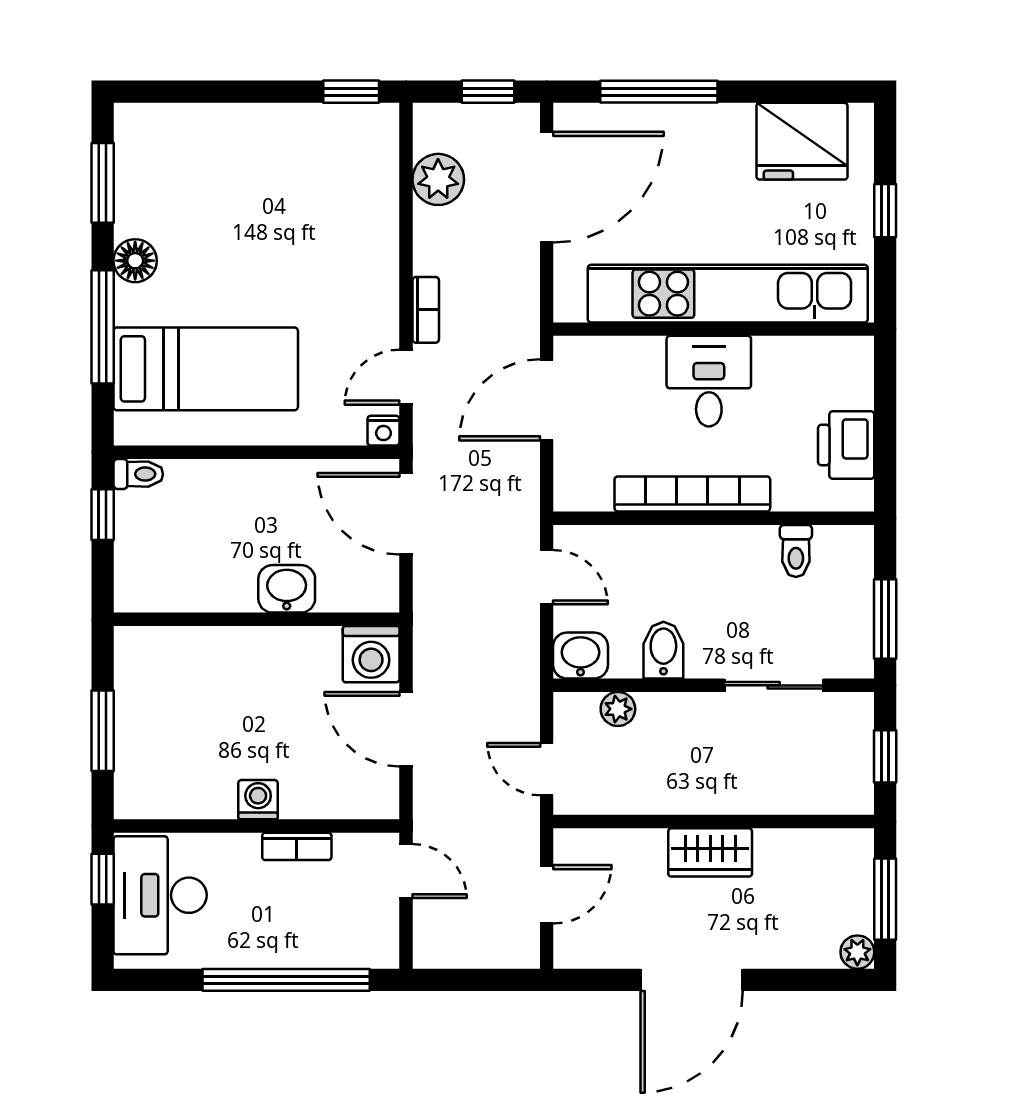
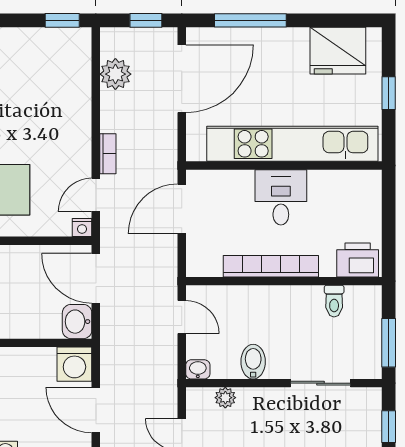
printer: (846, 445) -> (358, 260), moved, turned 90
washbasin: (287, 589) -> (77, 322), moved, turned -90
washbasin: (581, 656) -> (198, 369), width x0.72, depth x0.69

